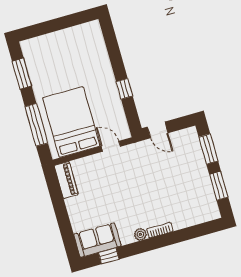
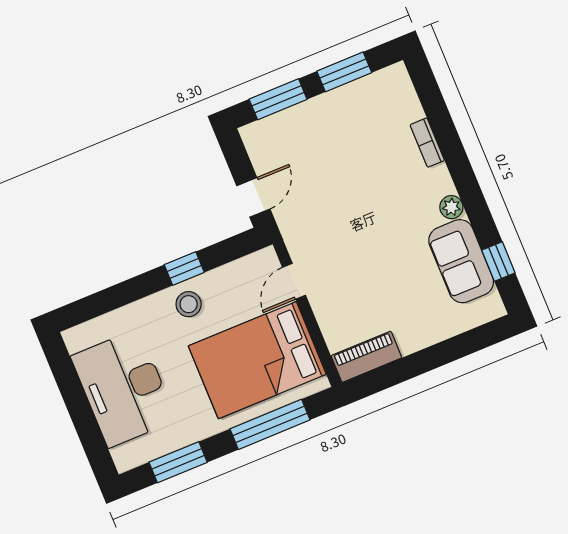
desk: (65, 49) -> (124, 388), added
stool: (105, 89) -> (189, 304), added
bookcase: (160, 230) -> (427, 143), moved
sofa: (97, 240) -> (461, 261), moved

